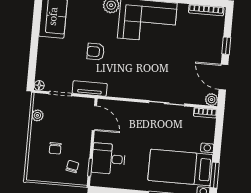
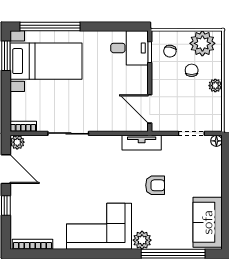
tv unit: (90, 88) -> (142, 143), moved
plant: (37, 115) -> (215, 86), moved
desk: (108, 159) -> (129, 48), moved
plant: (44, 171) -> (202, 43), added

